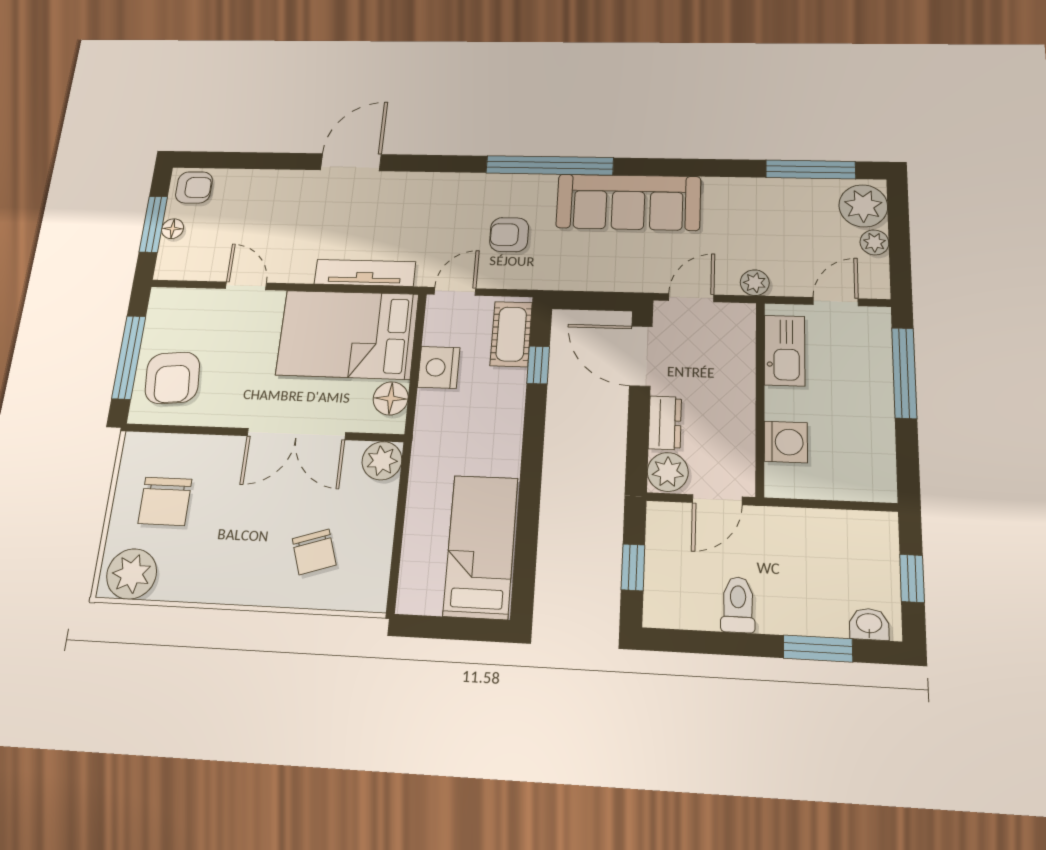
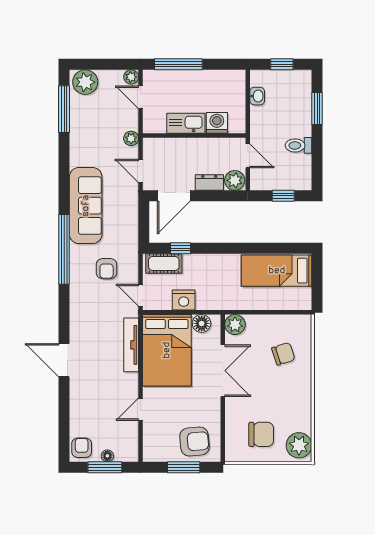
plant: (874, 242) -> (131, 77), moved
kitchen sink: (785, 350) -> (186, 123), moved
window: (129, 357) -> (184, 467), width x0.69
washbasin: (869, 624) -> (257, 96), moved, turned 180

